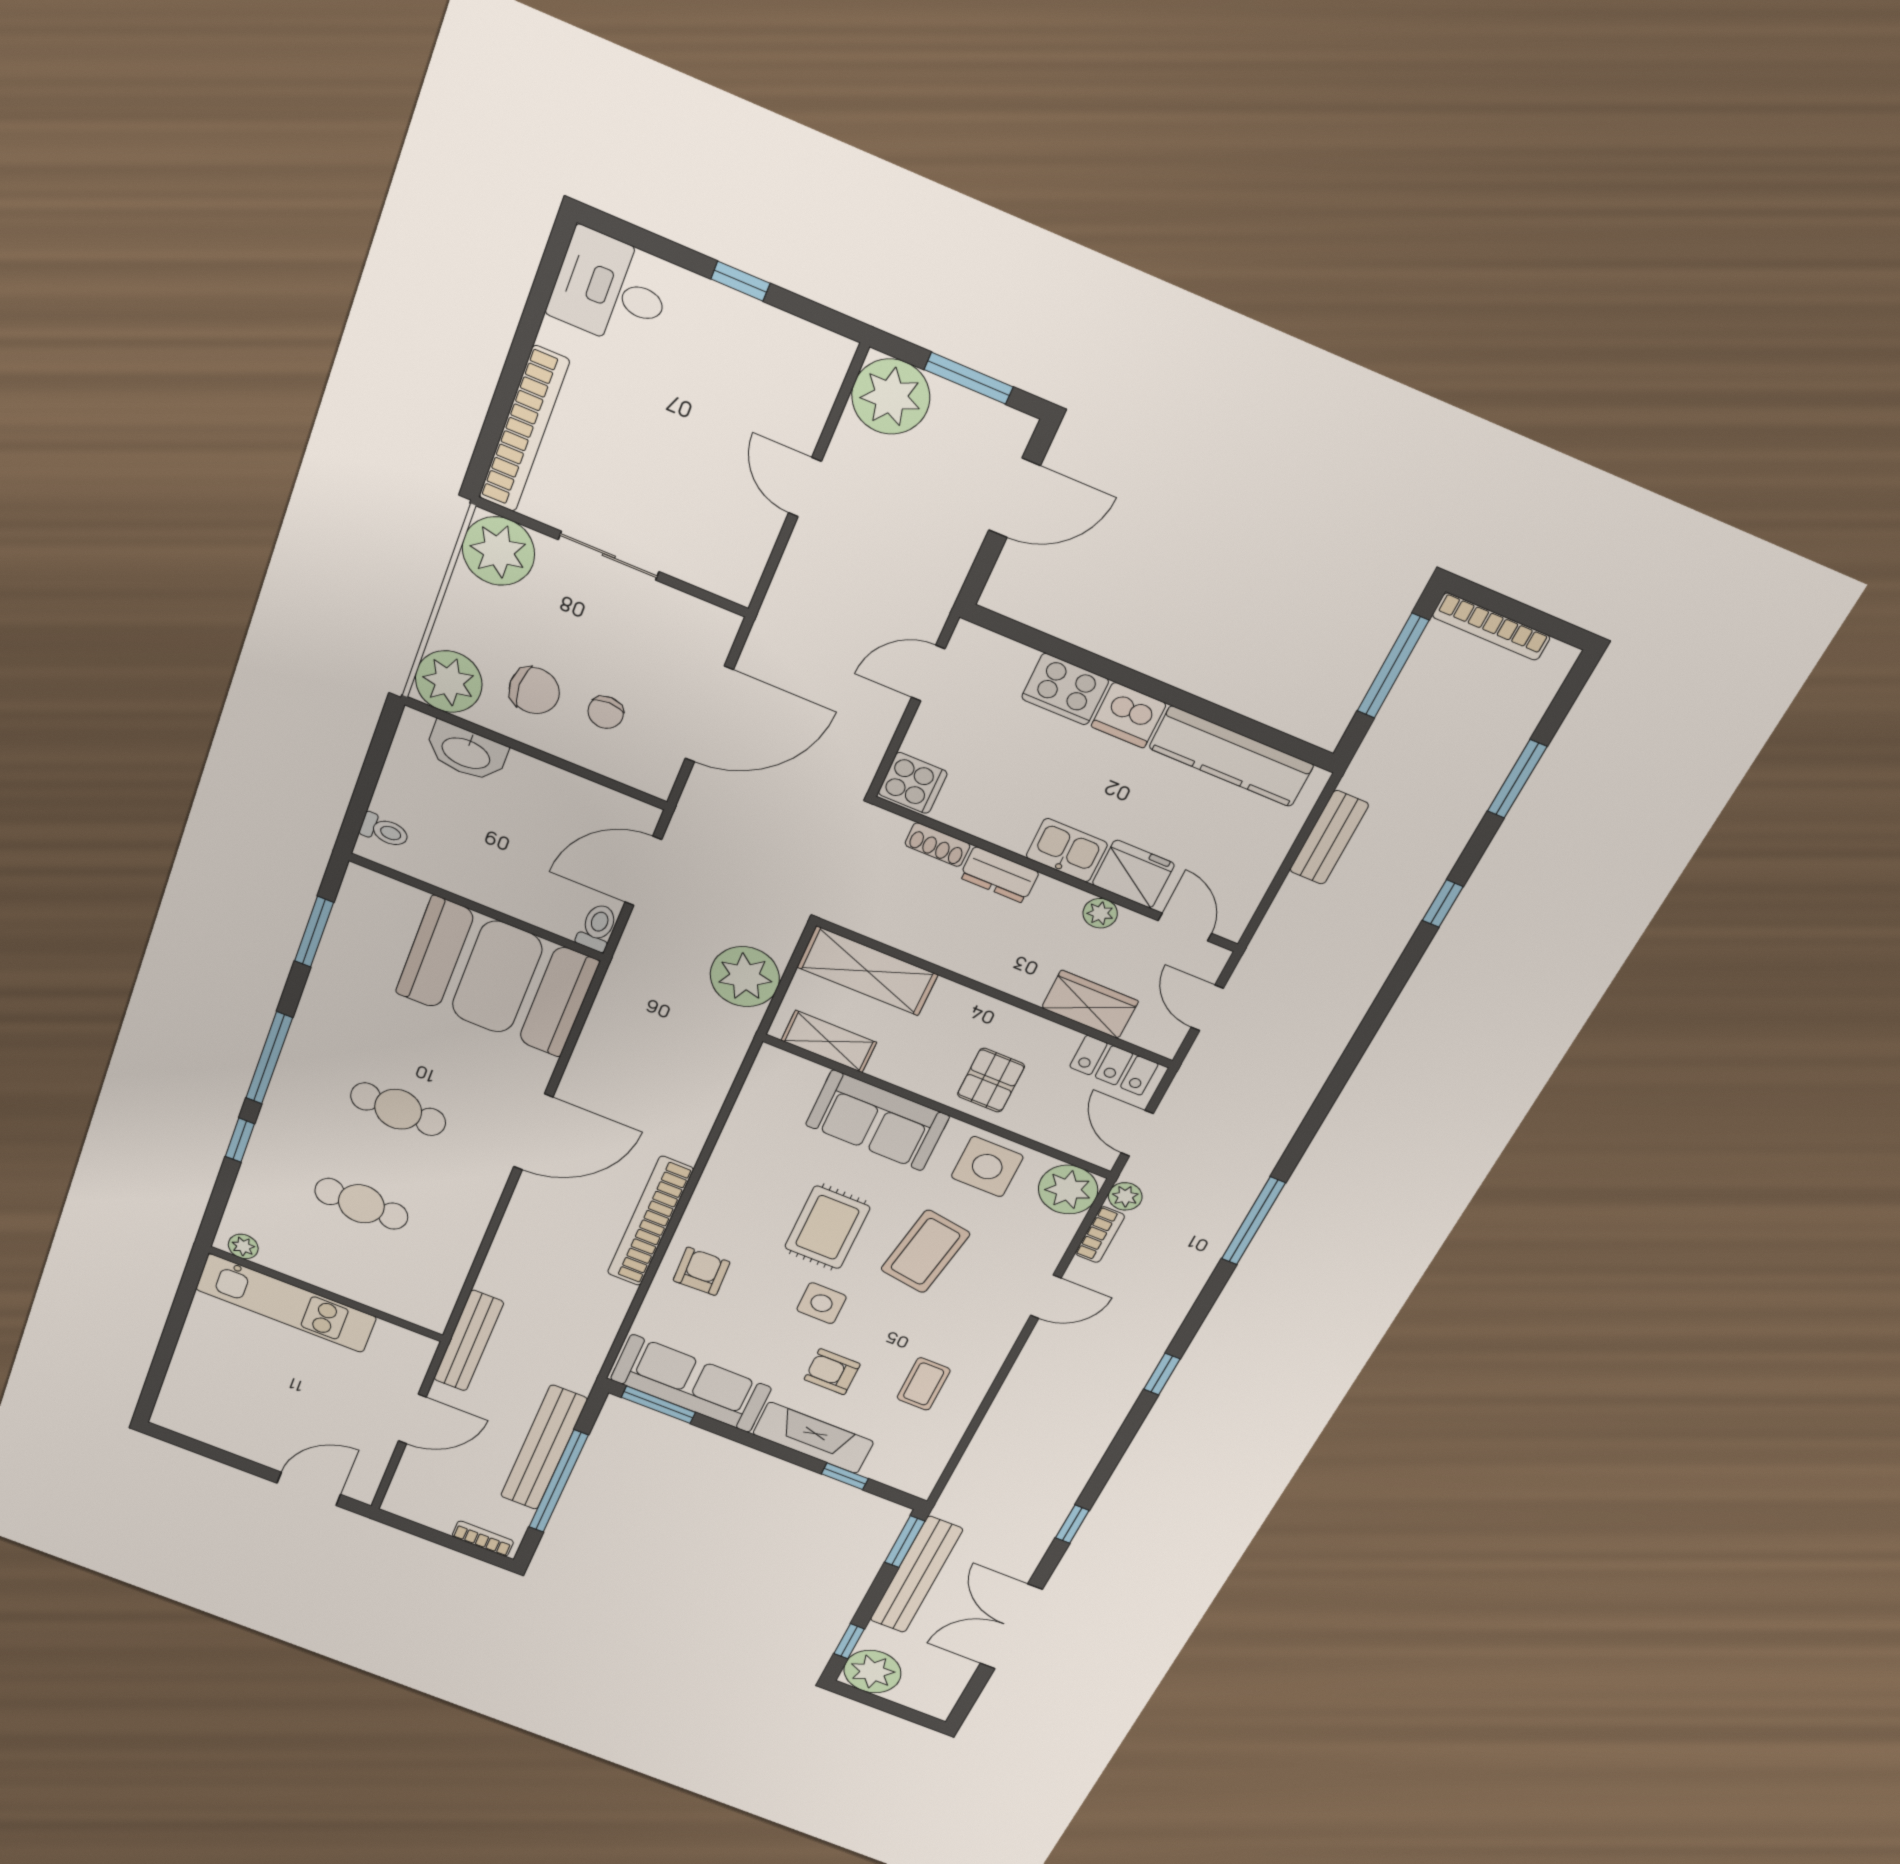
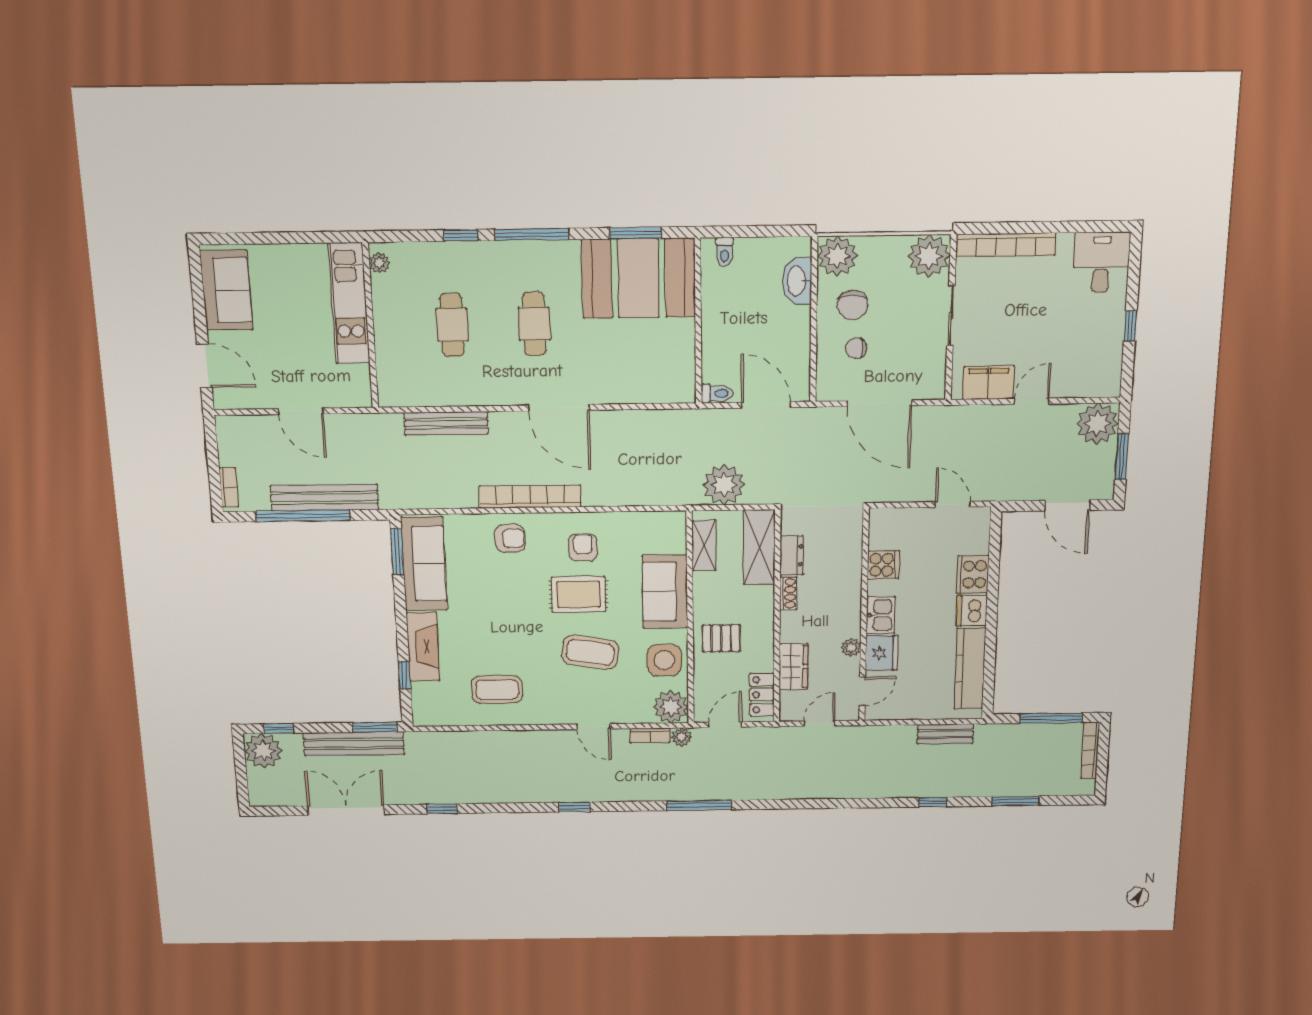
filing cabinet: (744, 542) -> (988, 383), added
cooker: (913, 783) -> (883, 565), moved, turned -90
shoe rack: (937, 845) -> (788, 593), moved, turned 180
dresser: (999, 875) -> (791, 555), moved, turned 180
booth: (497, 977) -> (638, 278), moved, turned 90
side table: (822, 1303) -> (524, 612), removed
bench: (469, 1341) -> (446, 423), moved
armchair: (832, 1372) -> (583, 547), moved
coffee table: (924, 1384) -> (497, 690), width x1.36, depth x1.30
sofa: (218, 1422) -> (226, 290), added

